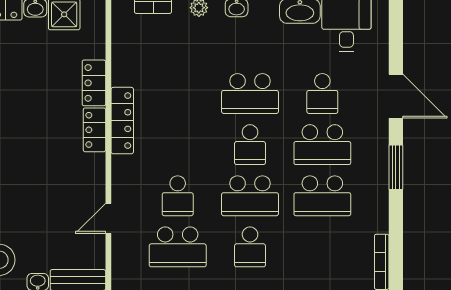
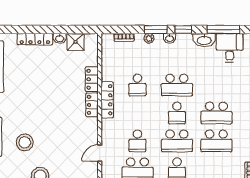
school desk: (322, 93) -> (137, 85), moved

